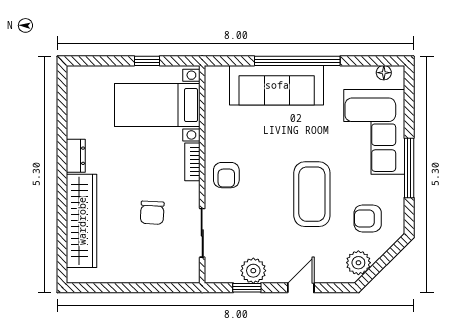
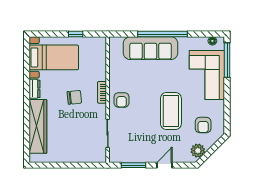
bed with nightstands: (157, 105) -> (54, 57), moved, turned 180
window: (409, 168) -> (227, 60), moved
chair: (152, 213) -> (74, 97), moved, turned -99
armchair: (368, 218) -> (203, 125), turned -90
plant: (253, 271) -> (137, 155), removed
window: (247, 288) -> (133, 165), width x1.50

